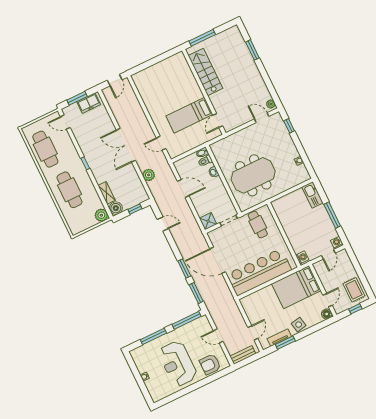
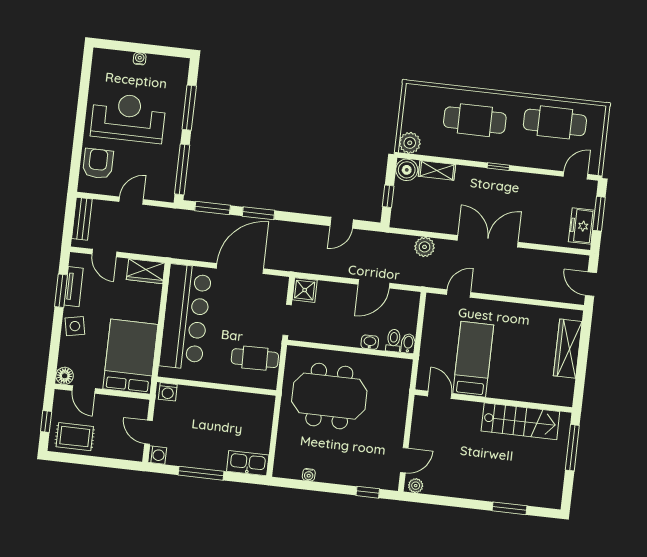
wardrobe: (154, 71) -> (568, 349), added
meeting table: (253, 175) -> (329, 396), turned 90
wardrobe: (249, 306) -> (146, 271), added

